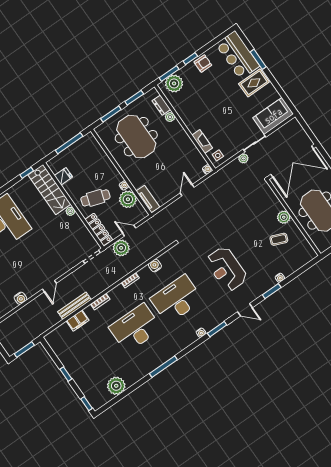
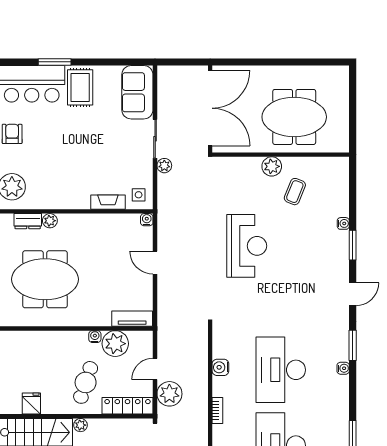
reception desk: (226, 269) -> (247, 246), moved, turned -90

